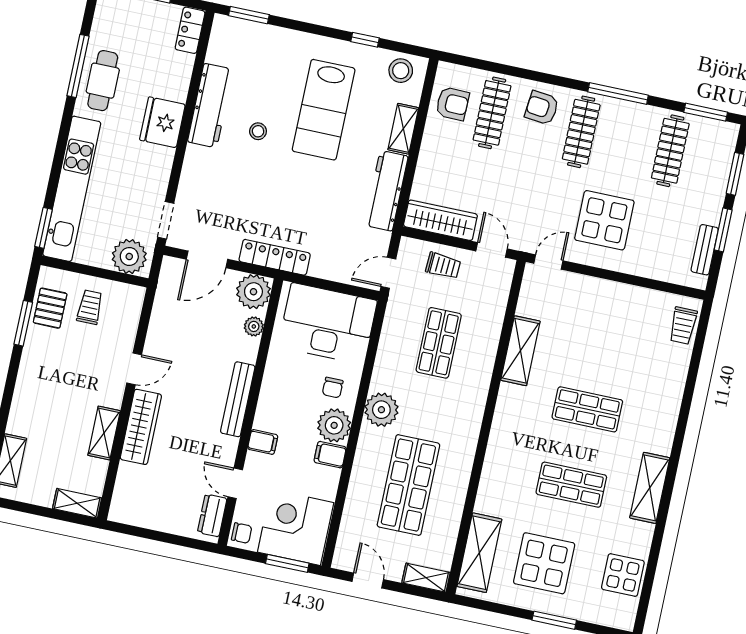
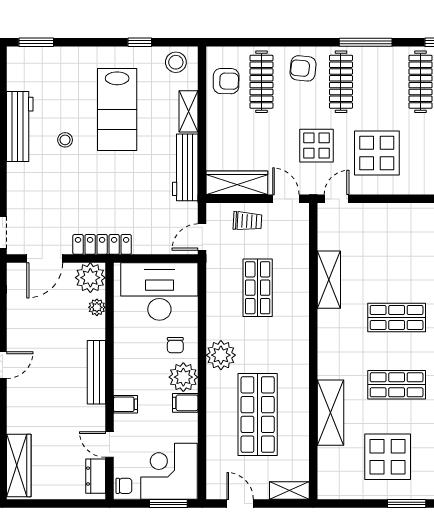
display table: (538, 198) -> (316, 146), added
wardrobe: (141, 427) -> (19, 466), moved
shelving: (479, 553) -> (330, 413), moved

